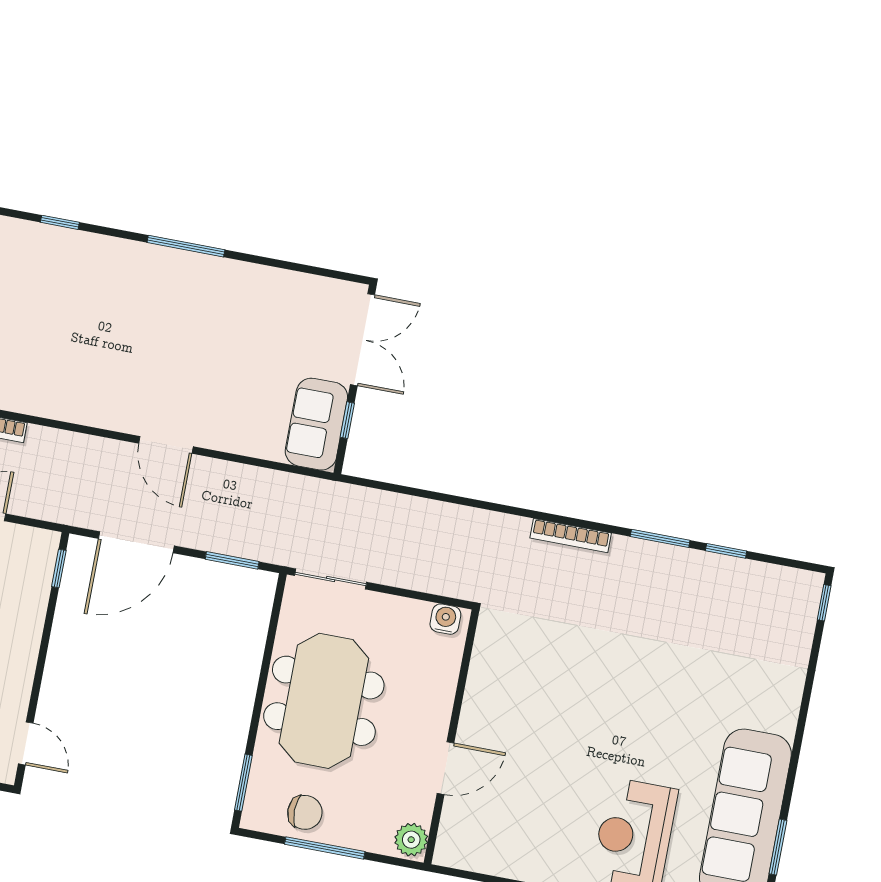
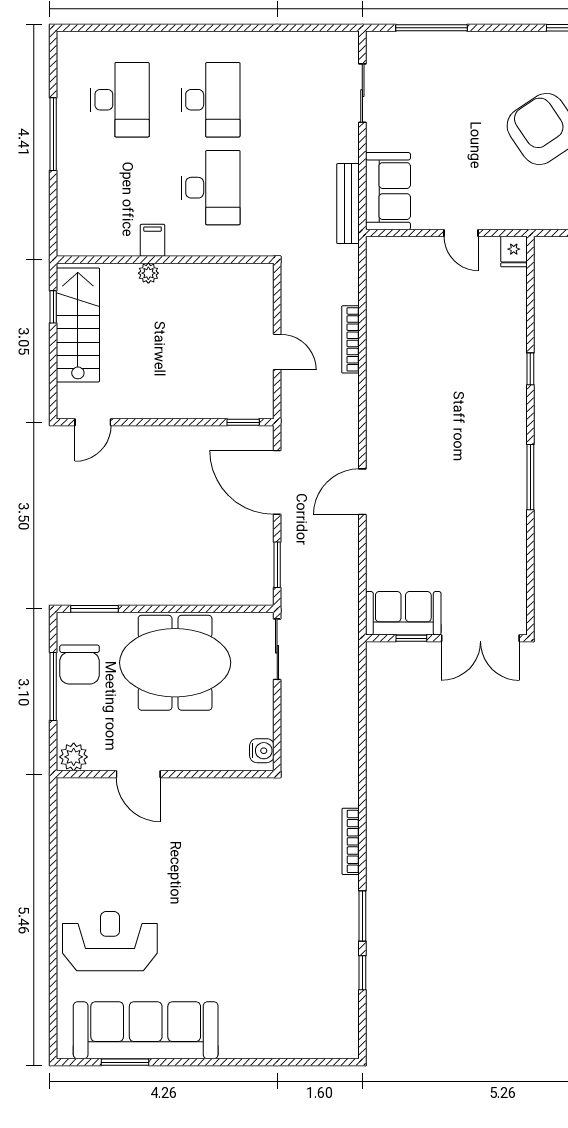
window: (824, 603) -> (335, 1062), removed
chair: (305, 812) -> (80, 664), width x1.37, depth x1.37

